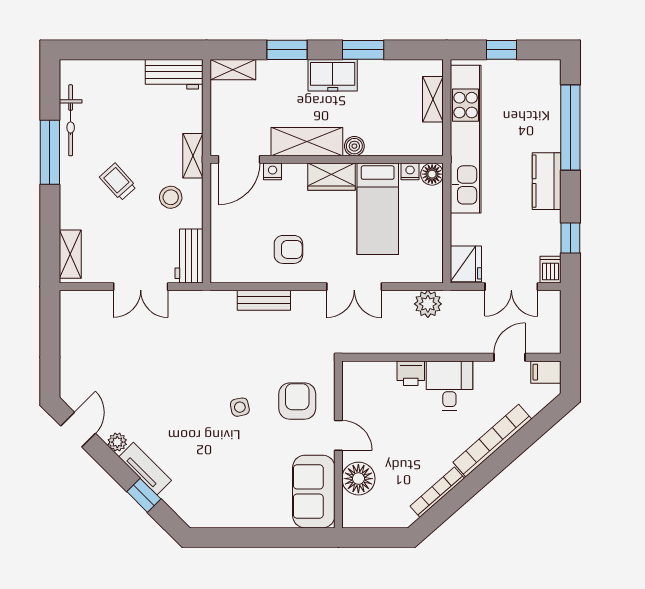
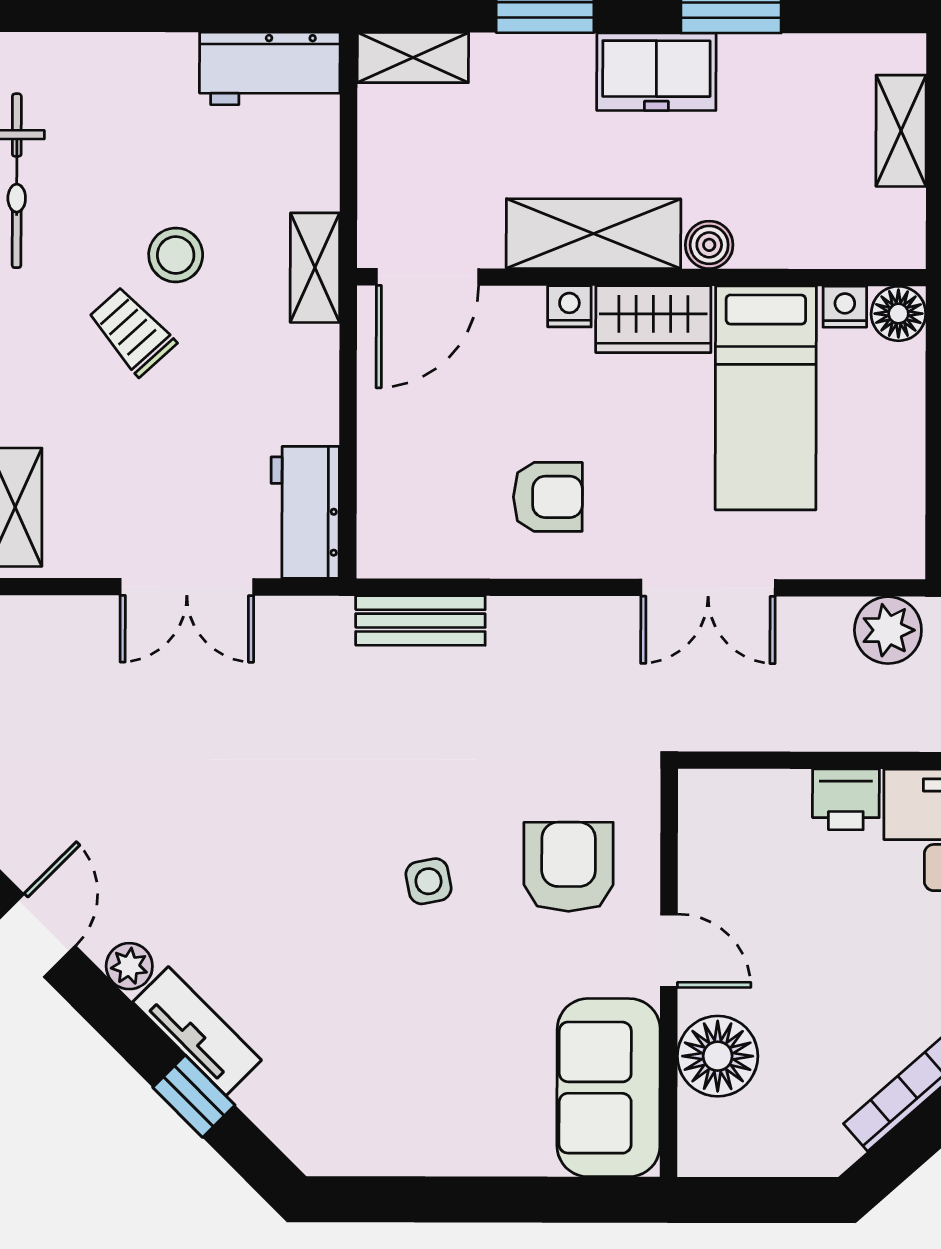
nightstand: (273, 171) -> (569, 306), moved
stool: (171, 197) -> (176, 255), moved
bench: (264, 300) -> (420, 621), moved

